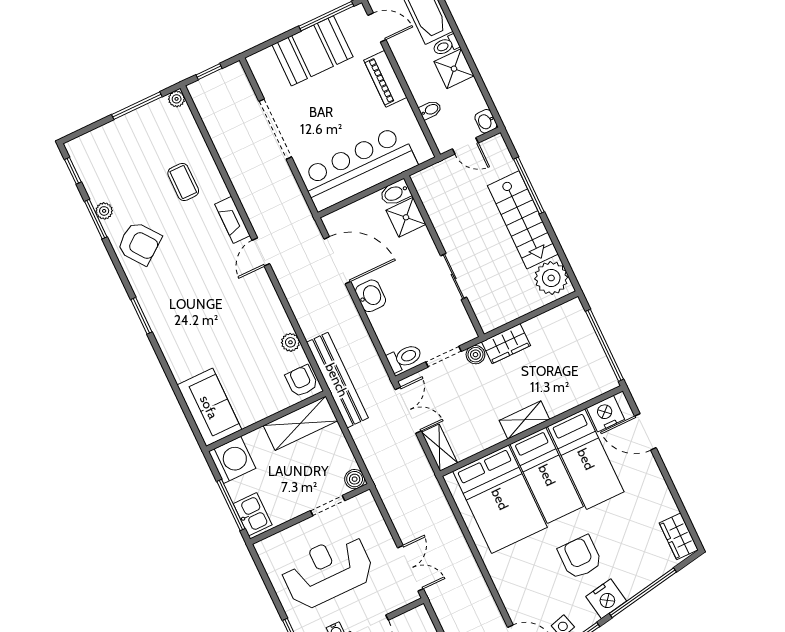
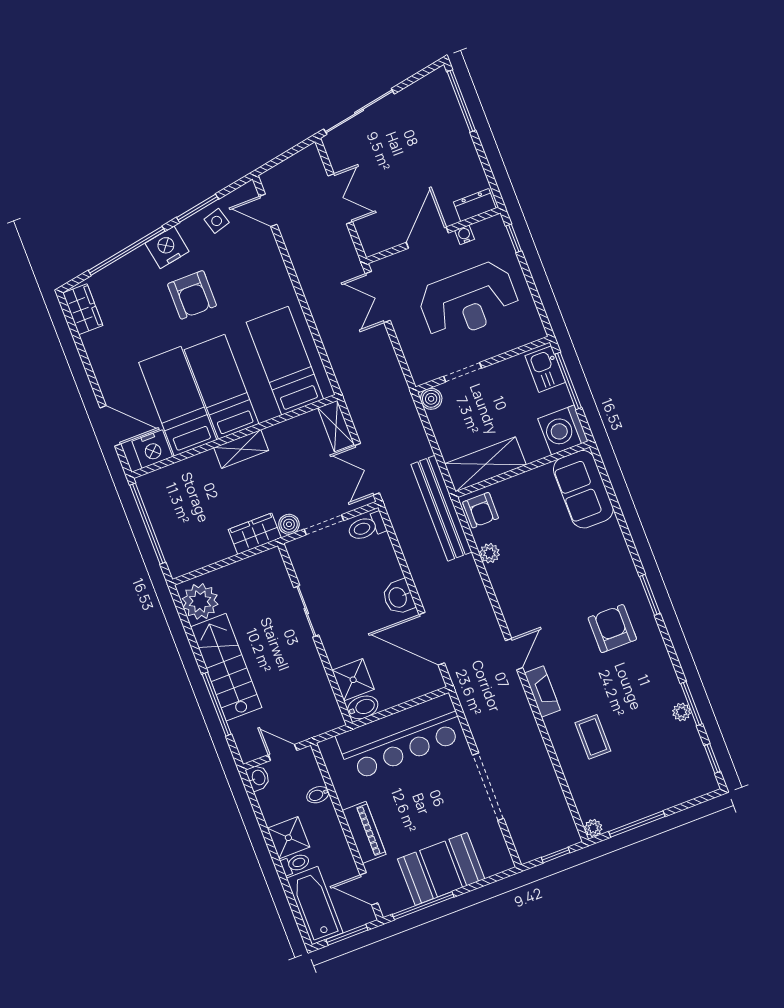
armchair: (139, 243) -> (612, 629), moved, turned 37
bed: (500, 499) -> (285, 361), width x0.67

